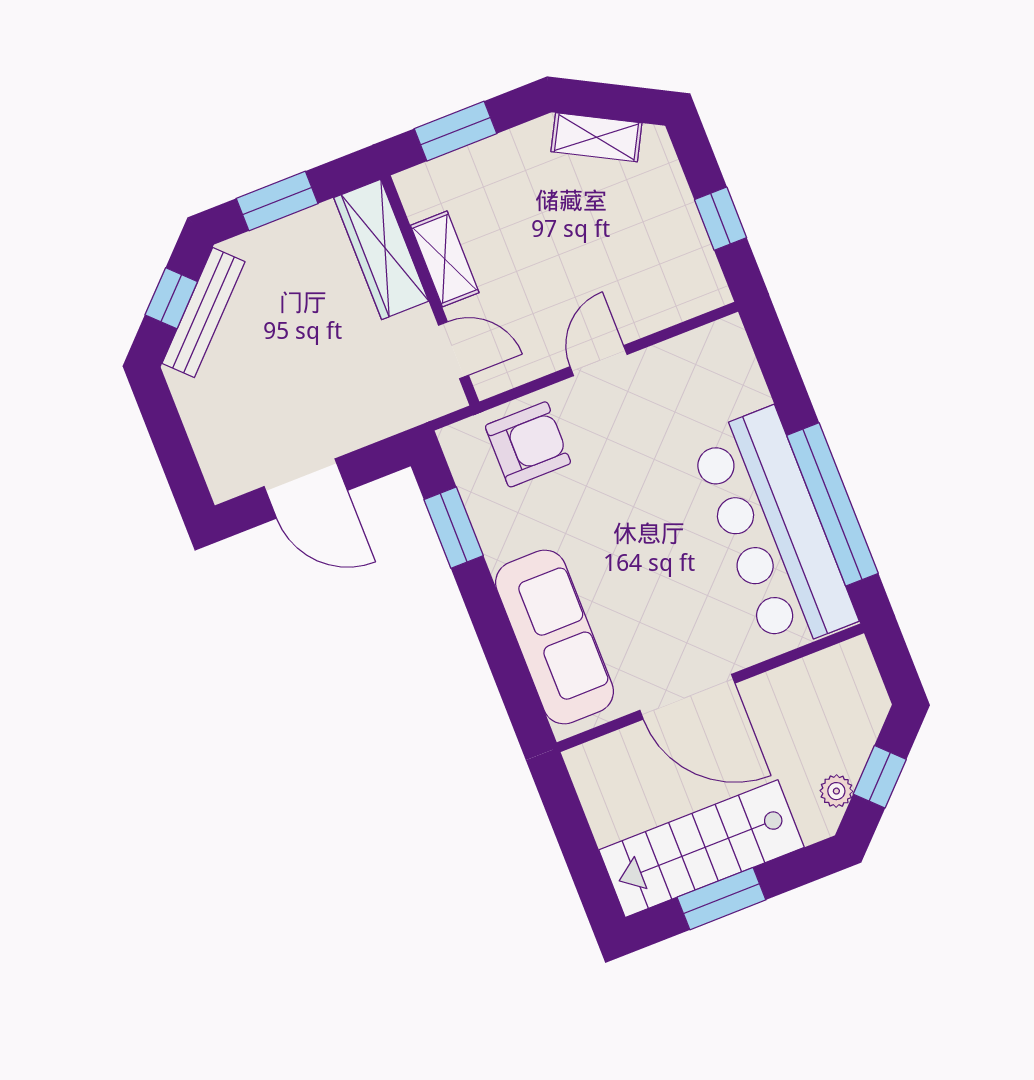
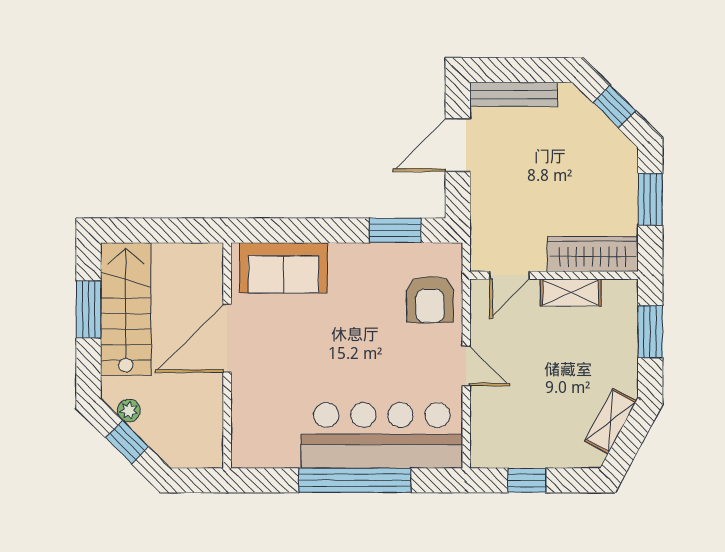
bench: (204, 313) -> (514, 94), moved, turned -45
window: (832, 504) -> (355, 480), moved
bar counter: (773, 530) -> (382, 435), moved
sofa: (554, 637) -> (283, 268), width x0.73

